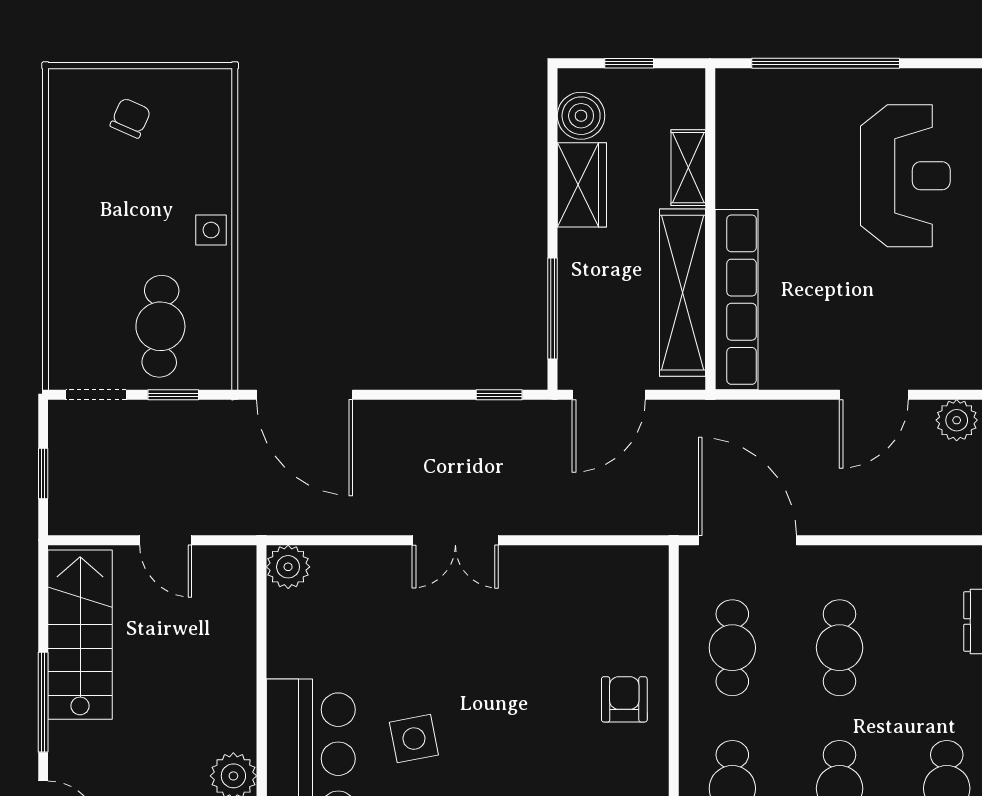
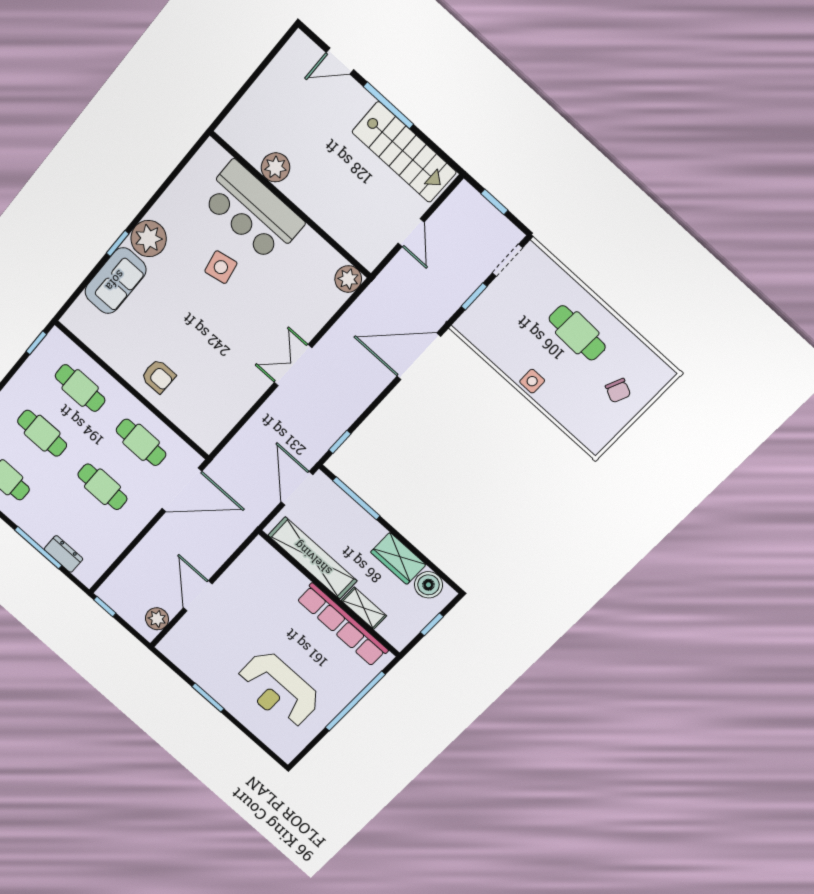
row of seats: (736, 300) -> (342, 625), moved
cafe table: (160, 326) -> (577, 333), moved
door: (166, 540) -> (411, 233), swing flipped

